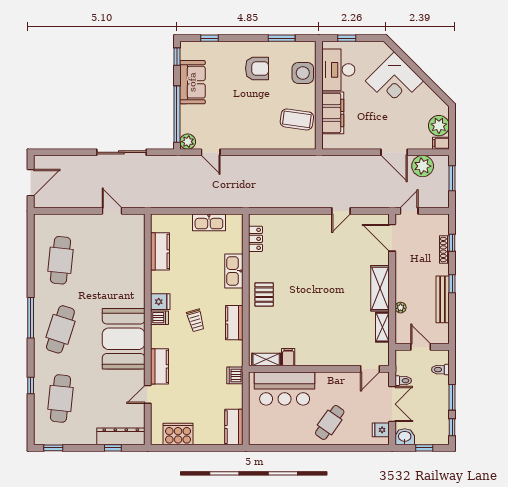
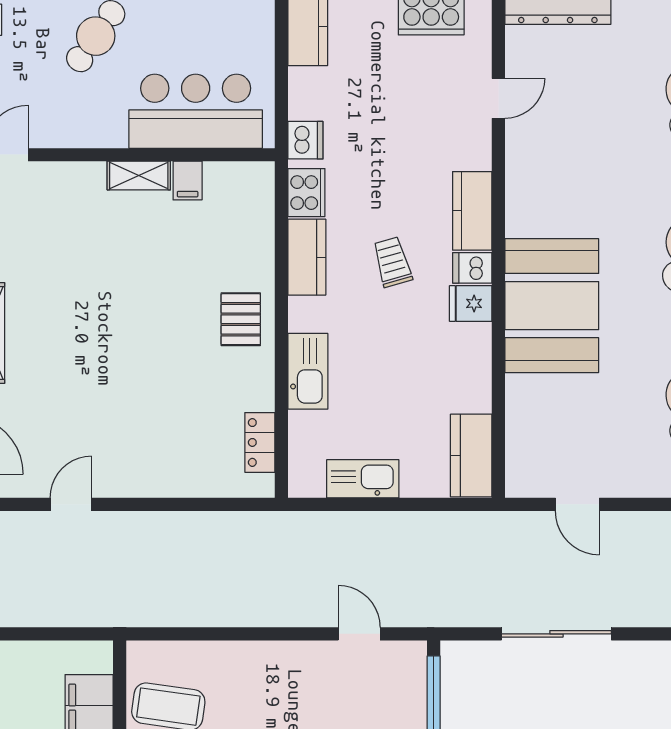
plant: (188, 142) -> (410, 657), removed
kitchen counter: (160, 251) -> (471, 456), moved
booth: (124, 339) -> (552, 306), moved
cooker: (234, 352) -> (306, 193), added
shelving: (266, 359) -> (139, 175), moved
kitchen counter: (160, 366) -> (472, 211), moved

